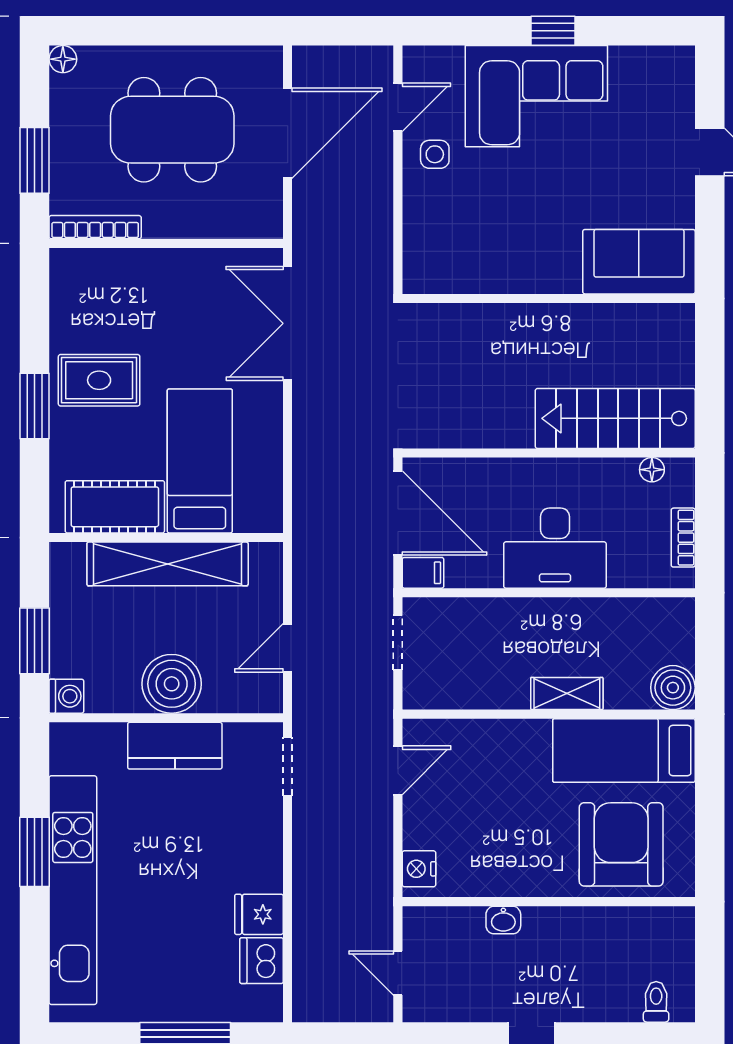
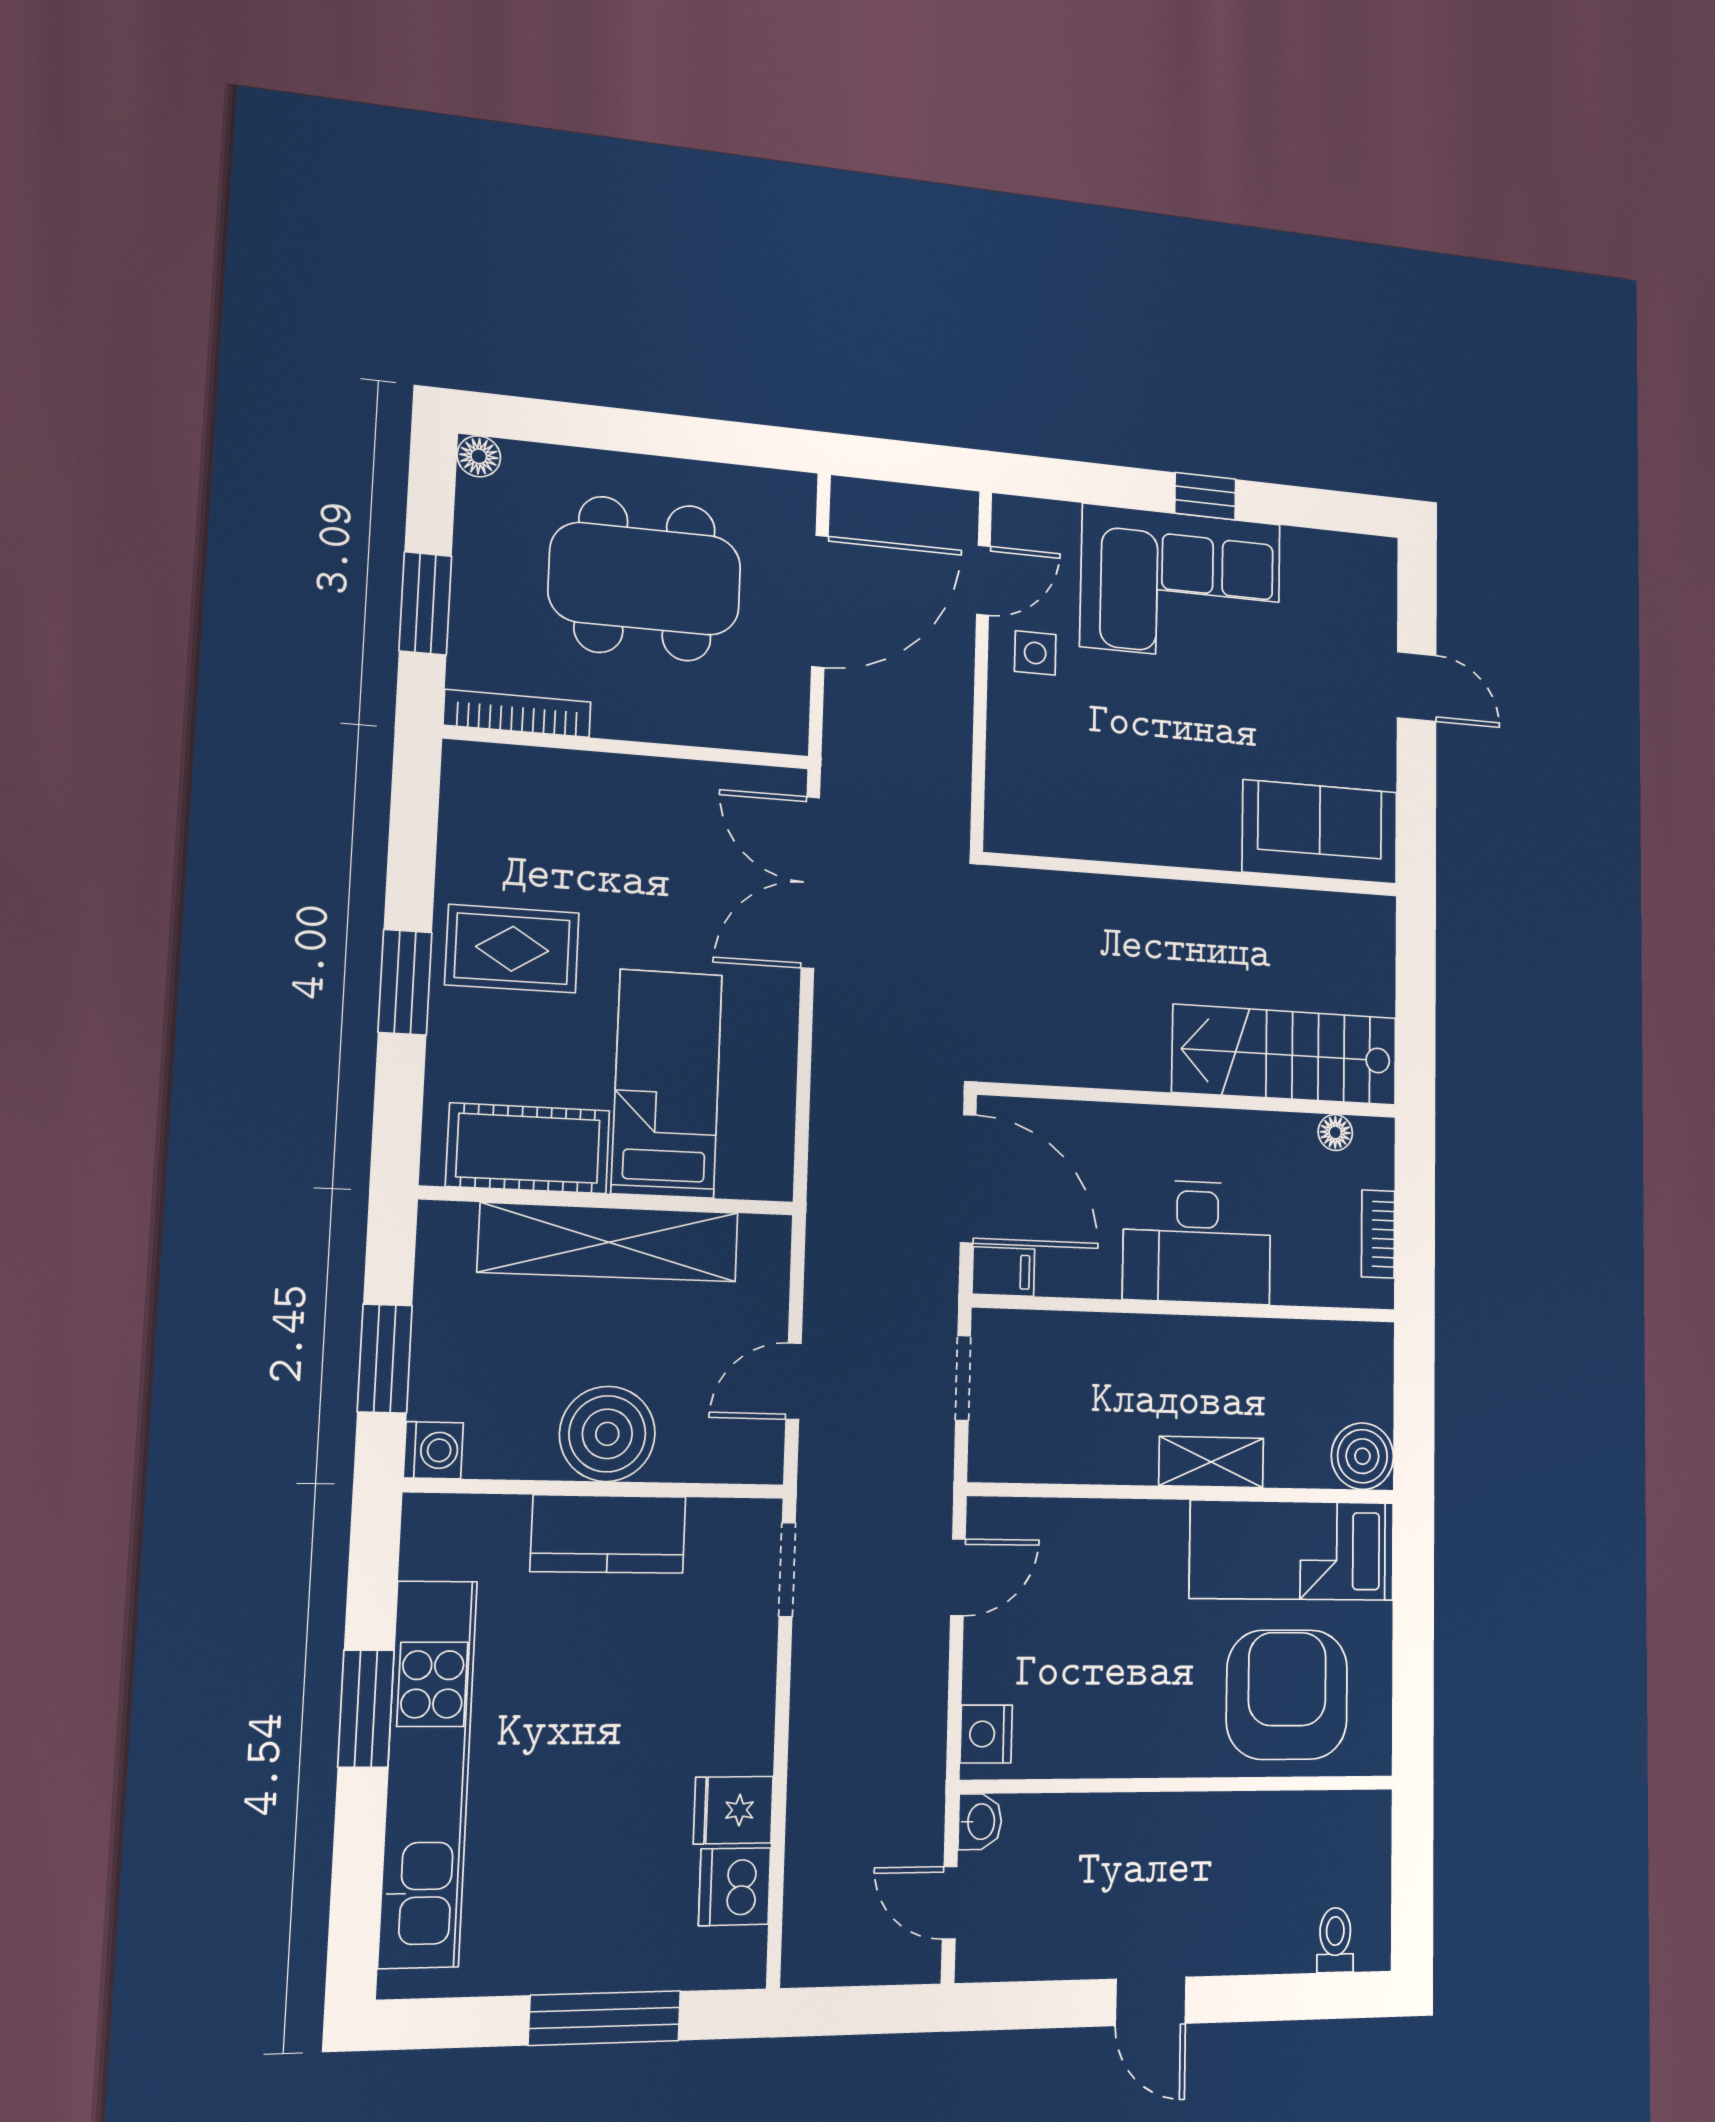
washbasin: (503, 920) -> (980, 1822), moved, turned -90

